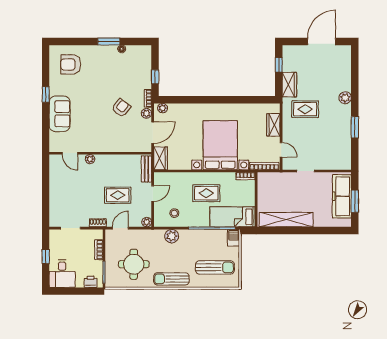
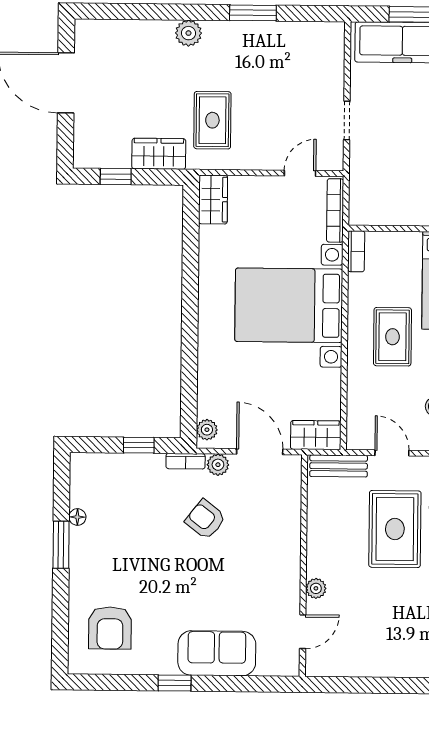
wardrobe: (273, 125) -> (213, 199), moved, turned -90
rug: (118, 195) -> (395, 529), width x1.36, depth x1.43

